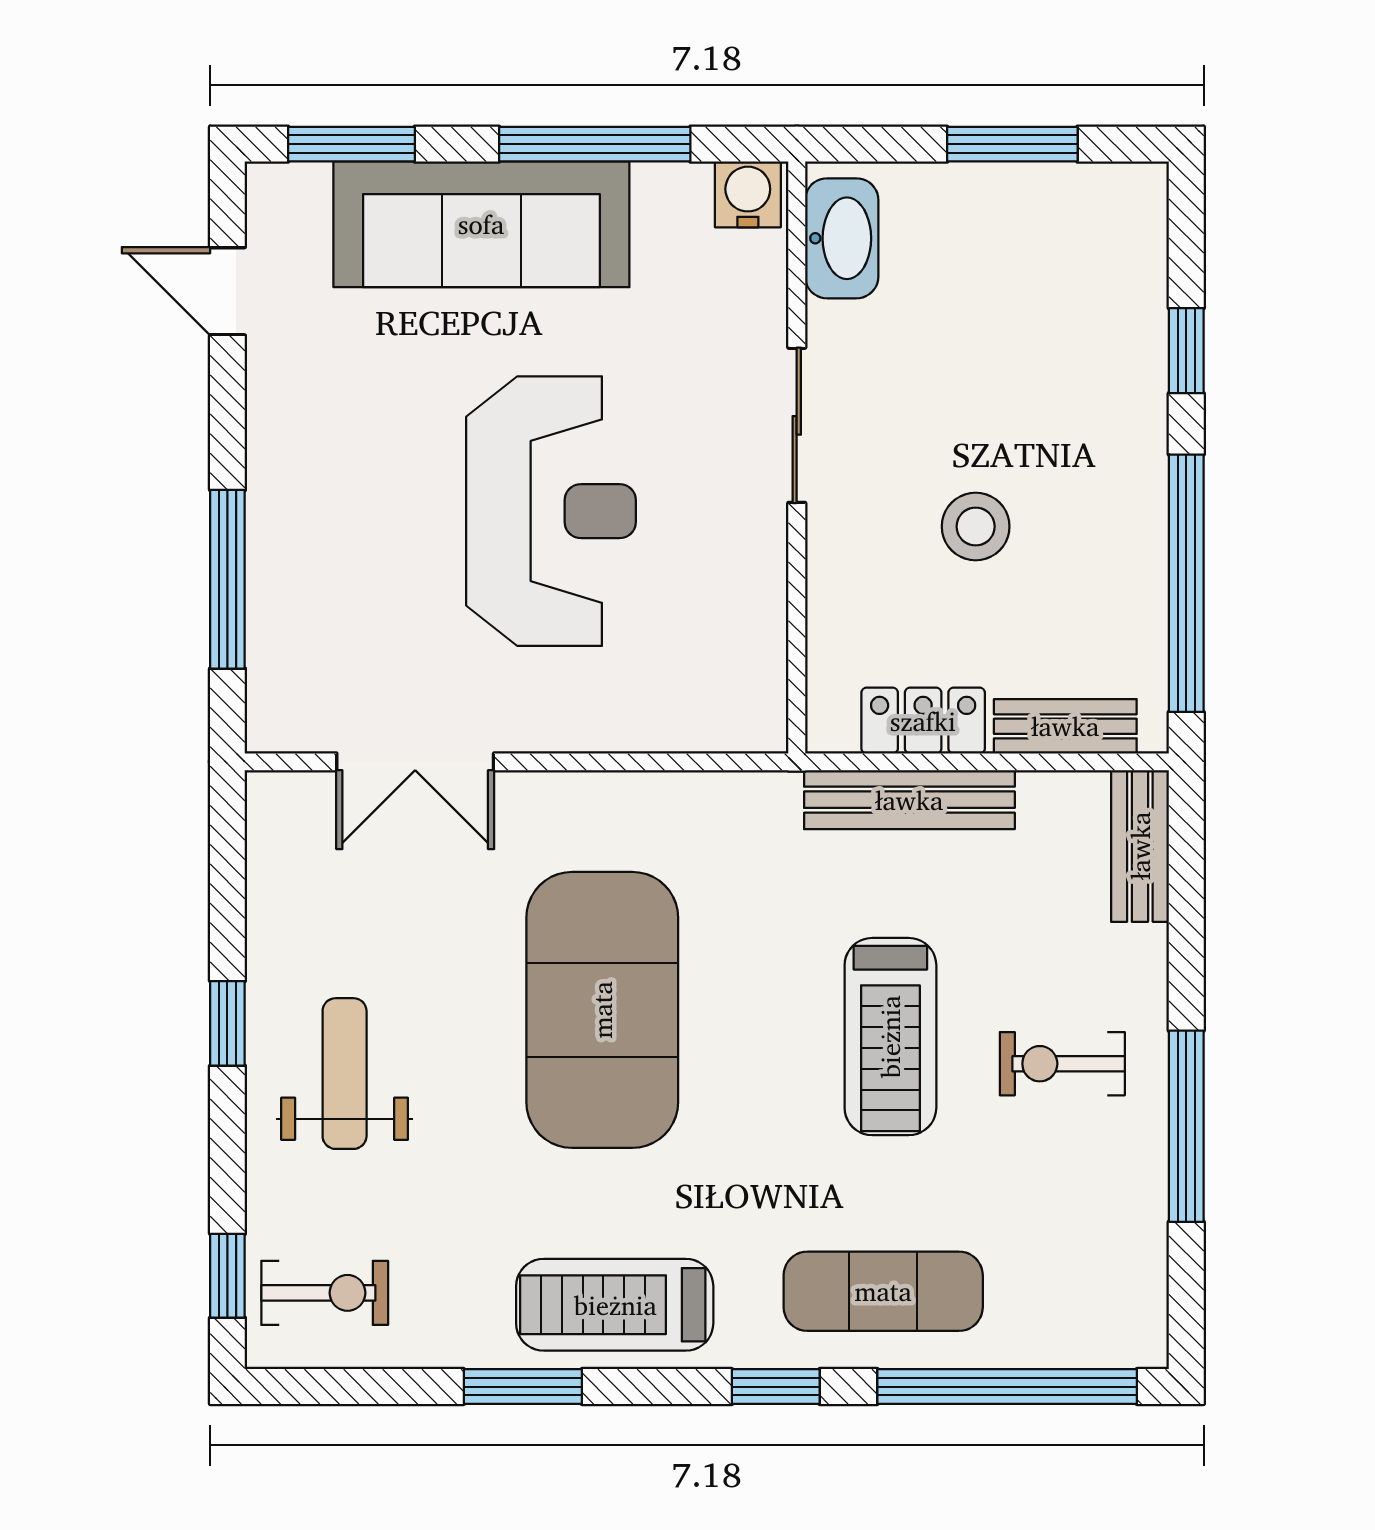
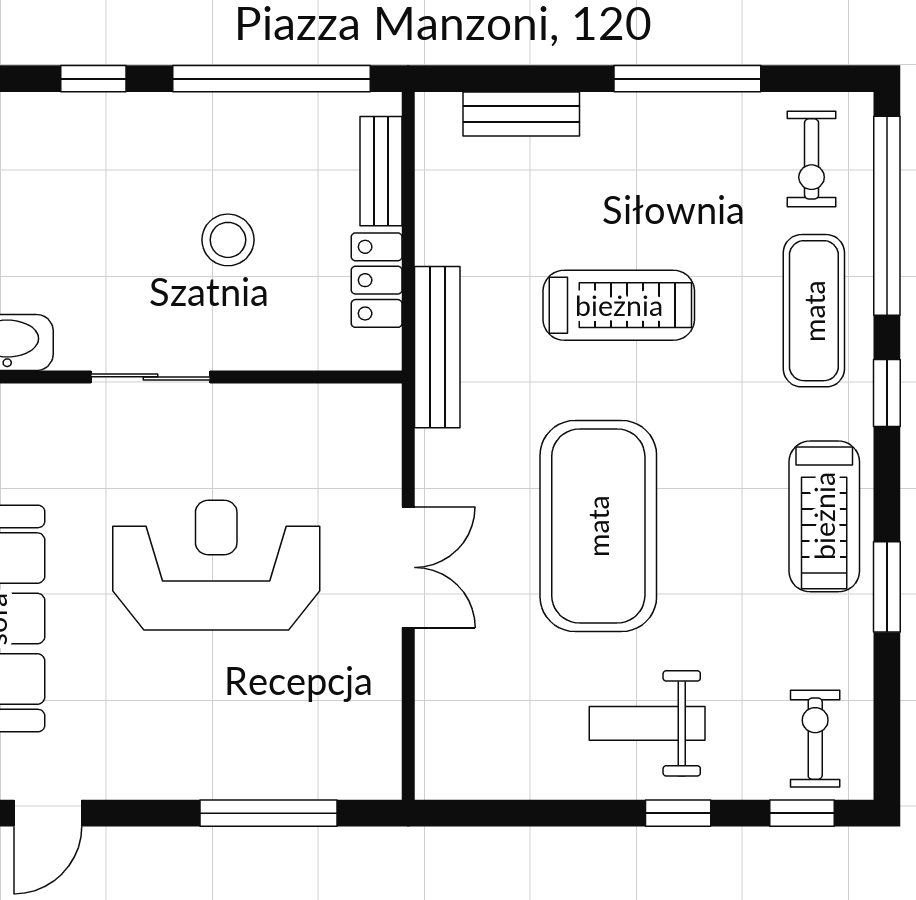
double door: (415, 762) -> (408, 567), moved
bench: (909, 800) -> (437, 347), moved
bench: (1140, 846) -> (521, 114), moved
exercise mat: (602, 1010) -> (598, 526), turned 90
window: (227, 1023) -> (678, 813), moved
exercise bike: (1062, 1064) -> (812, 159), moved

